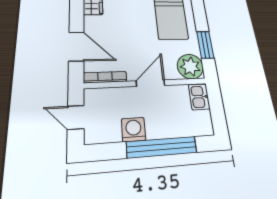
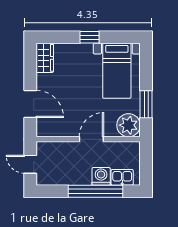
bookcase: (105, 77) -> (54, 132), removed
kitchen sink: (199, 97) -> (122, 177), moved, turned 90
washing machine: (133, 129) -> (101, 176), moved

